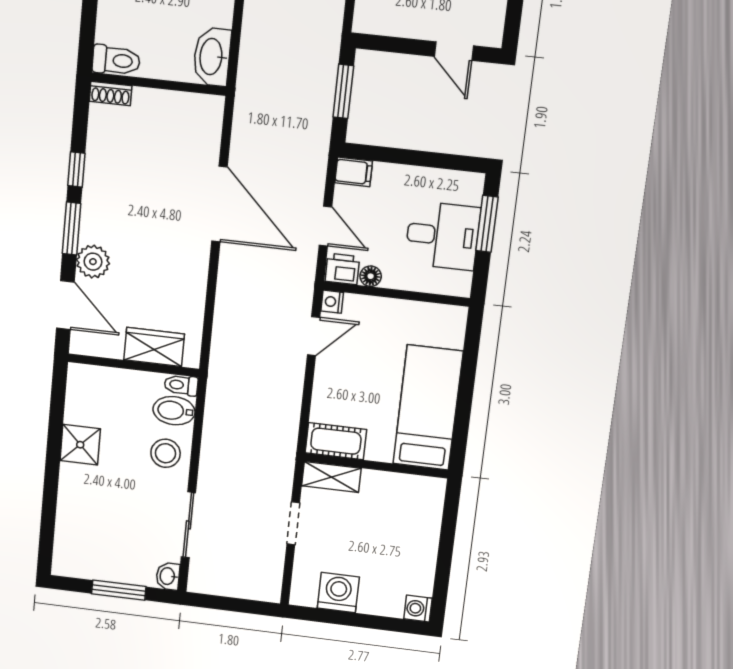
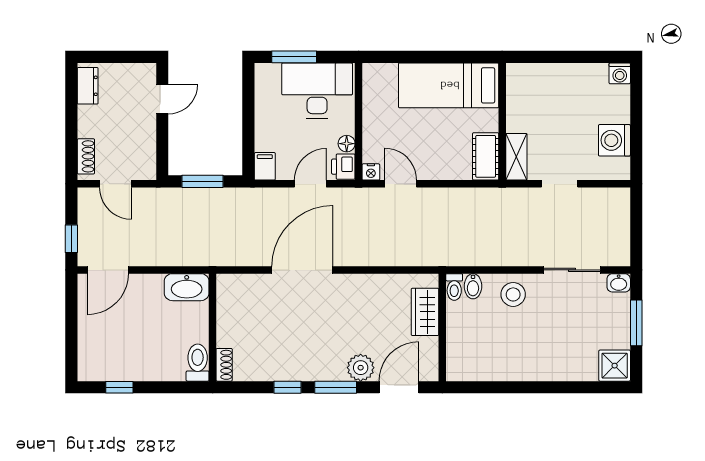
desk: (443, 236) -> (317, 91), width x1.37
bidet: (174, 411) -> (473, 286), width x0.72, depth x0.74
shower: (80, 445) -> (615, 366), moved

